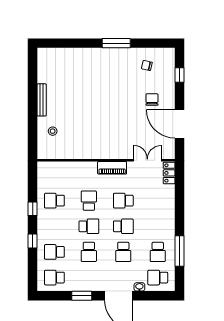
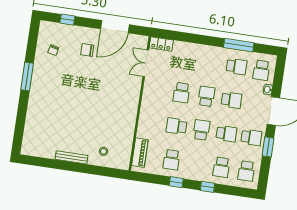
piano: (112, 168) -> (140, 153), moved
school desk: (89, 278) -> (251, 137), added

